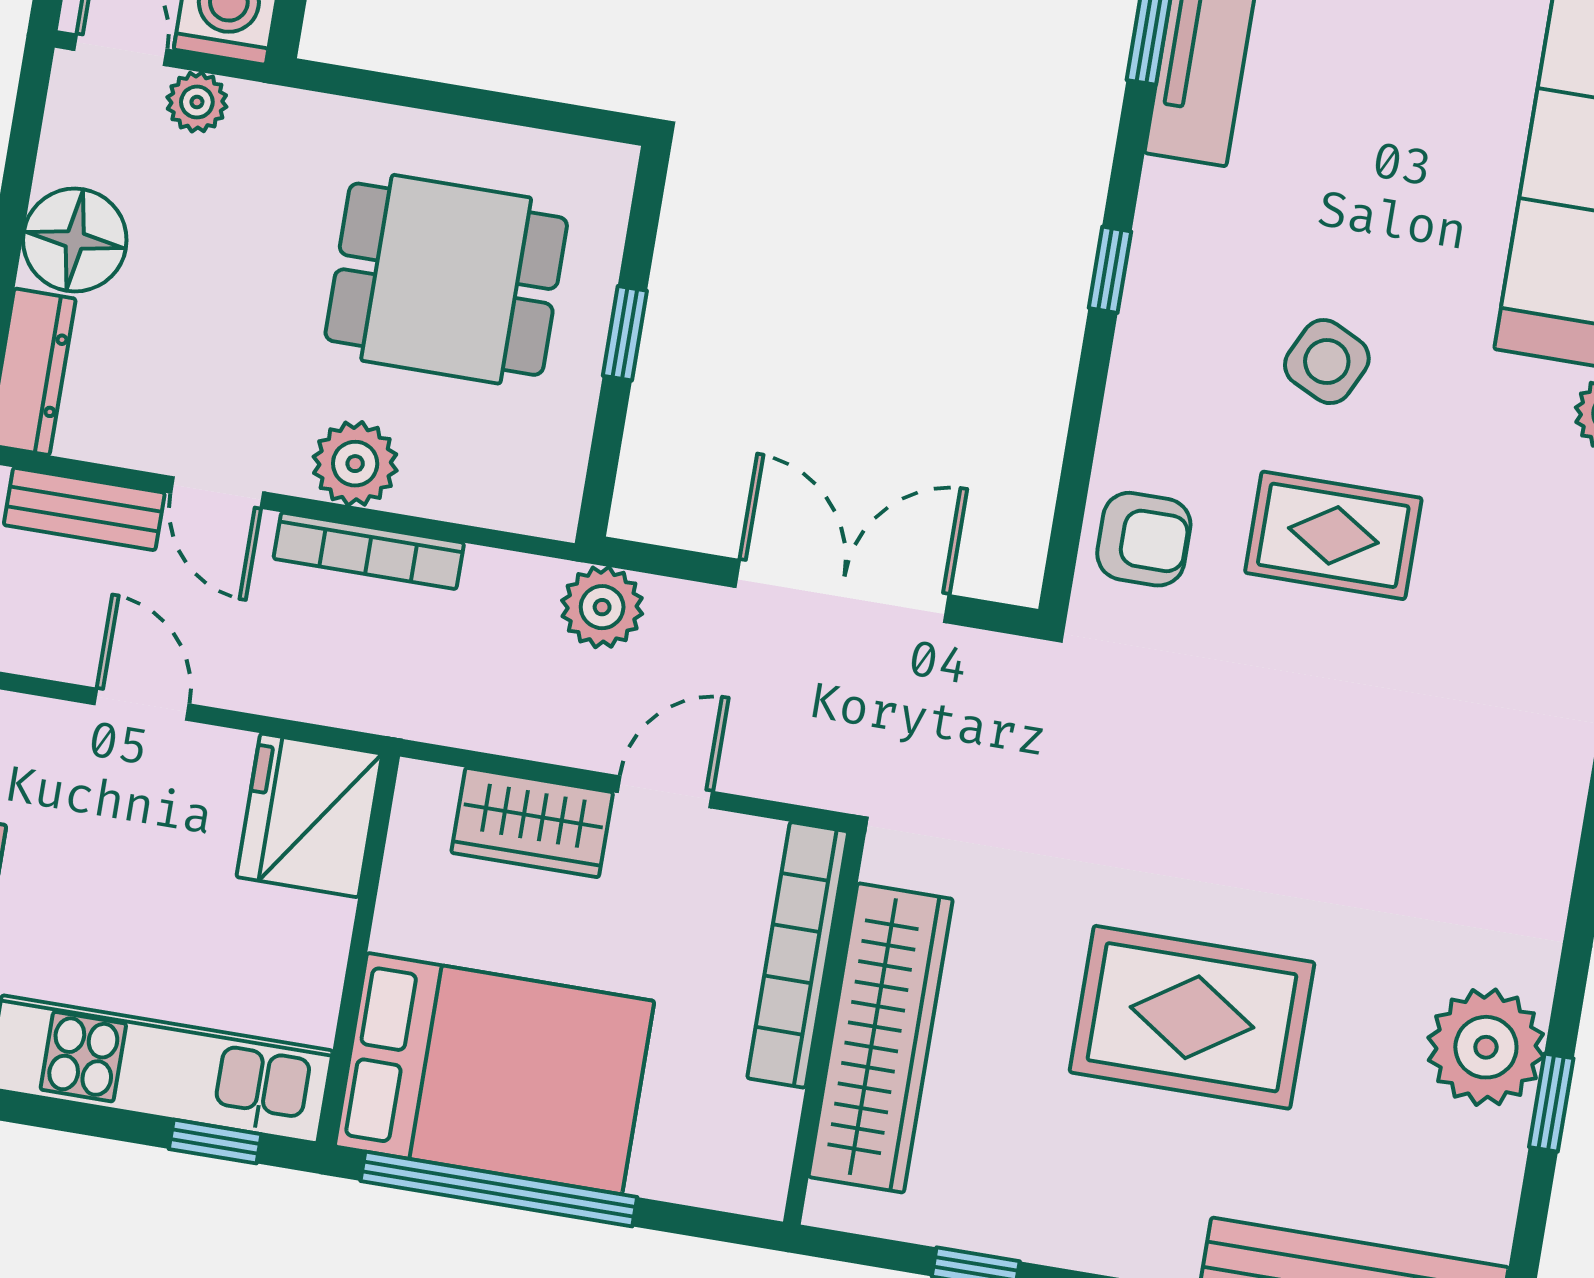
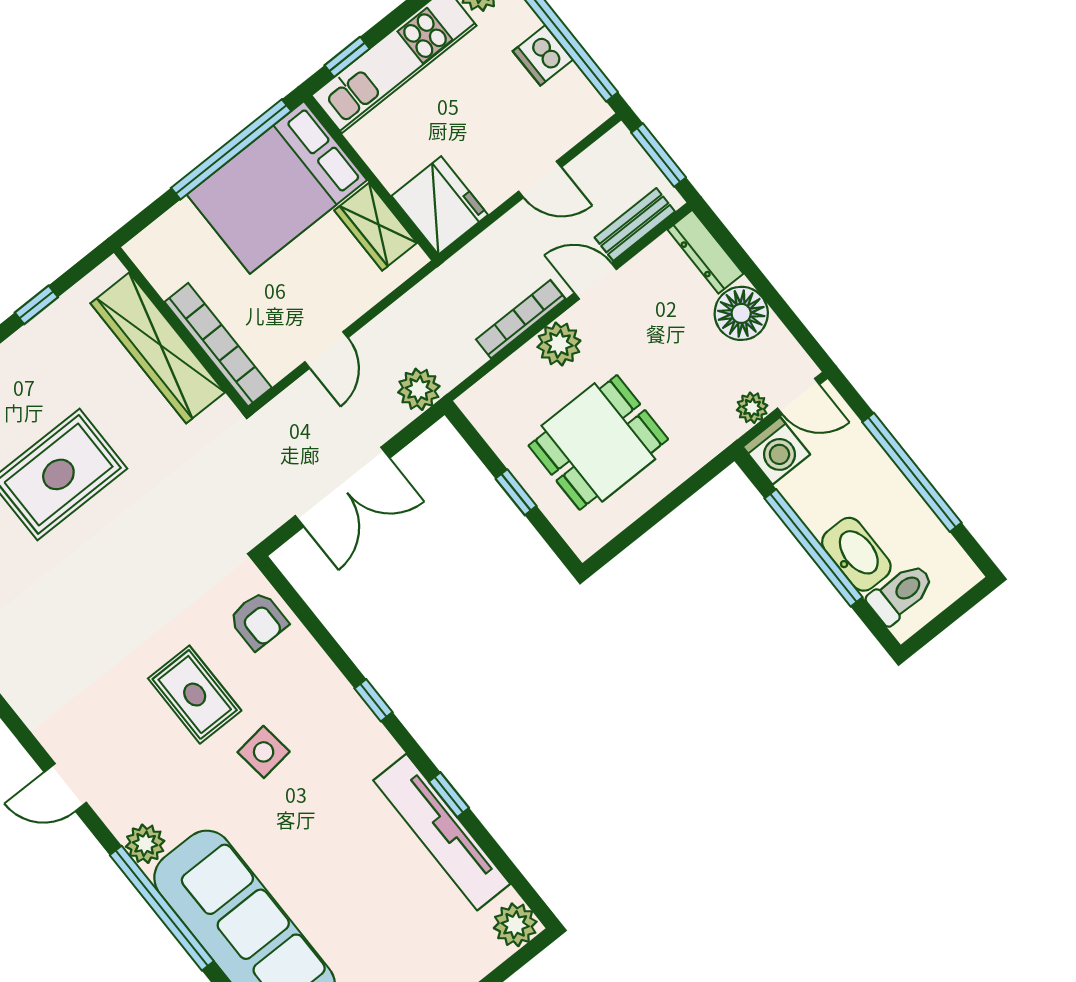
side table: (1327, 362) -> (264, 752), turned -33
rug: (1333, 535) -> (195, 695), turned 90
armchair: (1144, 539) -> (258, 621), turned -90
wardrobe: (532, 823) -> (376, 227), moved, turned -90

